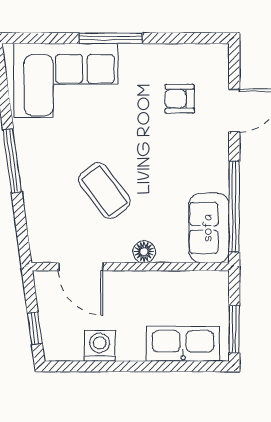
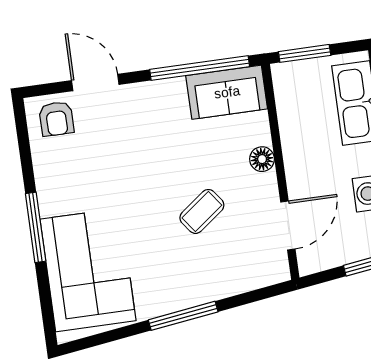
armchair: (180, 99) -> (56, 119), moved
coffee table: (104, 191) -> (202, 211), width x0.73, depth x0.77
window: (234, 329) -> (305, 53), moved

